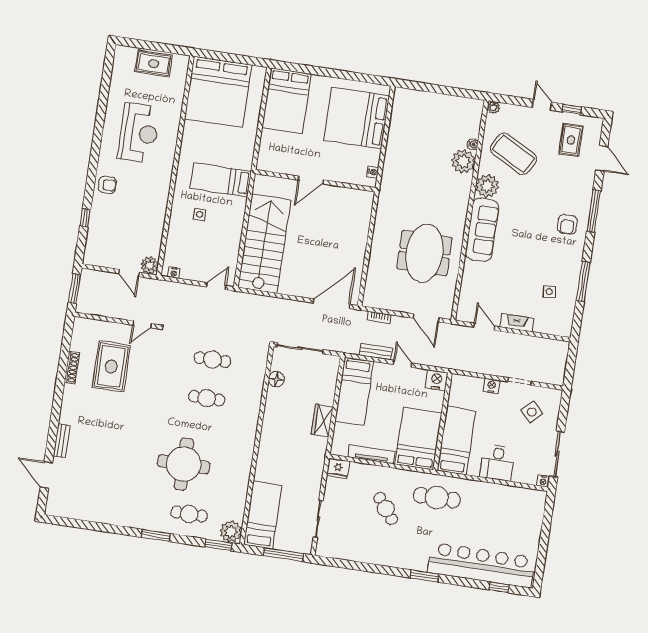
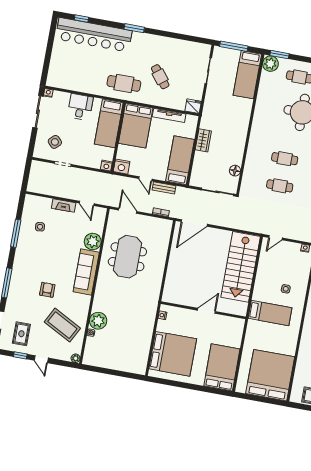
plant: (487, 186) -> (93, 242), moved
armchair: (567, 224) -> (47, 290), moved
nightstand: (492, 386) -> (106, 166), moved

